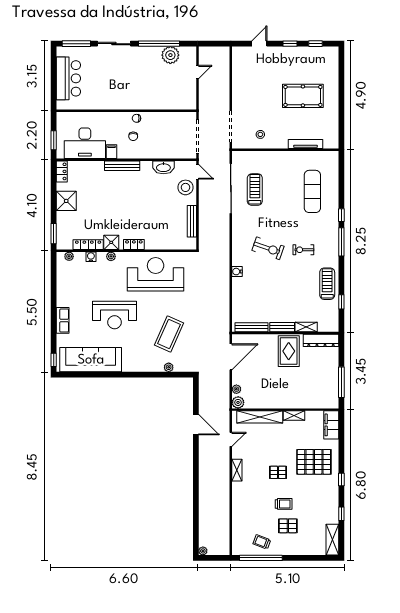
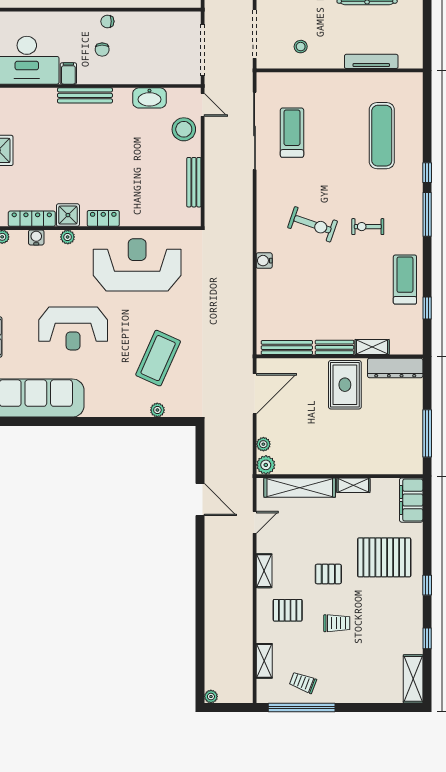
pallet: (288, 526) -> (288, 610), moved
shelving: (237, 528) -> (264, 661), added

